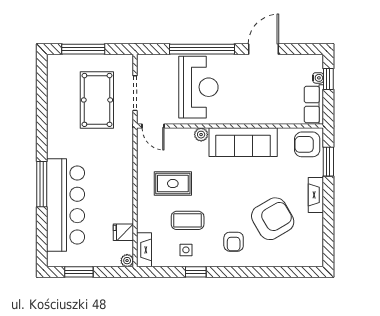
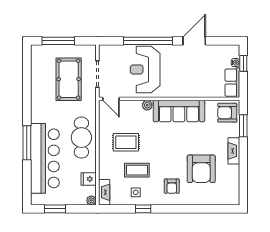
reception desk: (198, 87) -> (145, 70), turned 180
cafe table: (114, 177) -> (81, 138), added
armchair: (273, 219) -> (201, 169), turned 120

